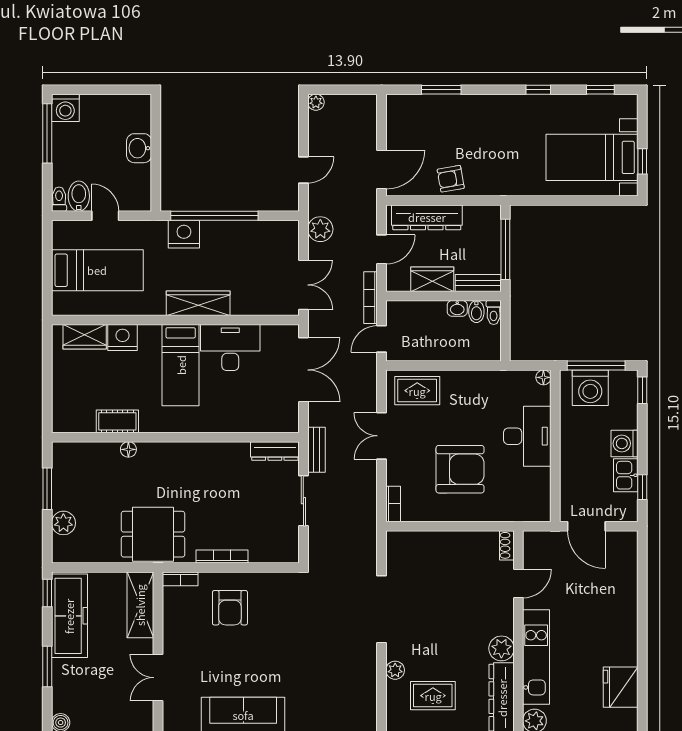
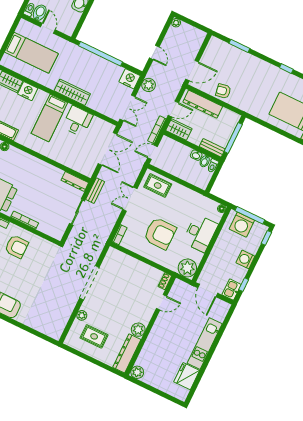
door: (303, 170) -> (154, 52), hinge flipped
nightstand: (184, 234) -> (130, 79), moved
wardrobe: (432, 279) -> (179, 129), moved
desk: (230, 348) -> (77, 121), width x0.73
kitchen sink: (626, 475) -> (232, 290), moved
plant: (534, 505) -> (187, 268), added
armchair: (230, 608) -> (17, 247), turned -90
kitchen unit: (536, 657) -> (205, 344), moved, turned 180

